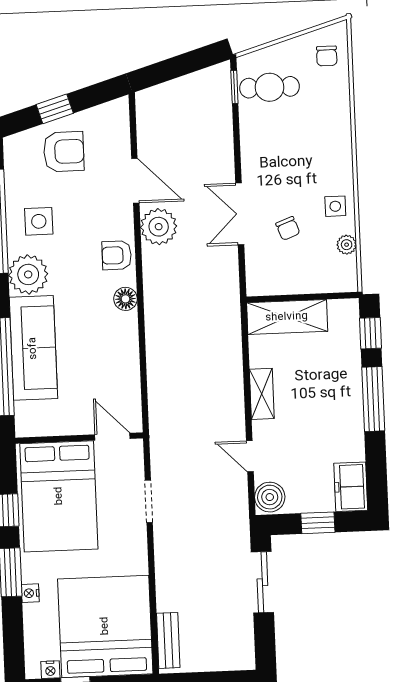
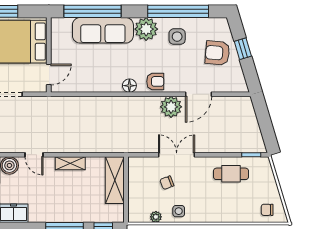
cafe table: (269, 87) -> (231, 174), moved, turned 90
armchair: (64, 152) -> (217, 53), turned 95
armchair: (117, 255) -> (155, 81), turned 90
door: (250, 456) -> (34, 155), swing flipped

